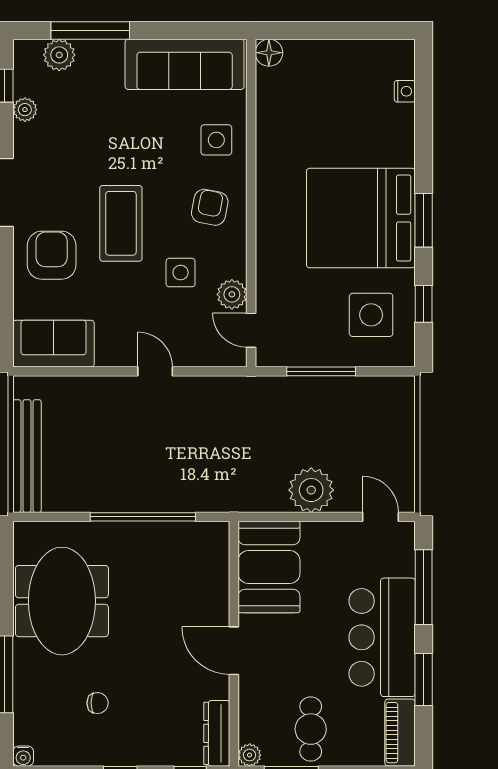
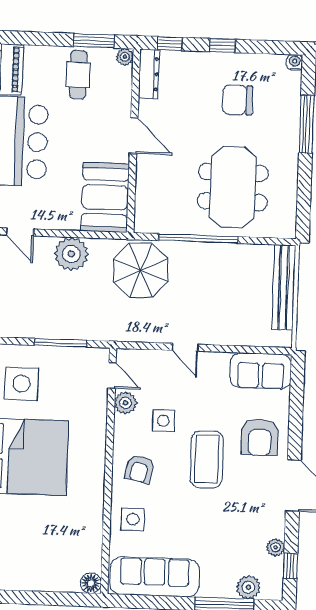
parasol: (218, 472) -> (141, 270), added
meeting table: (62, 601) -> (233, 187), moved
chair: (98, 703) -> (237, 100), width x1.87, depth x1.87

